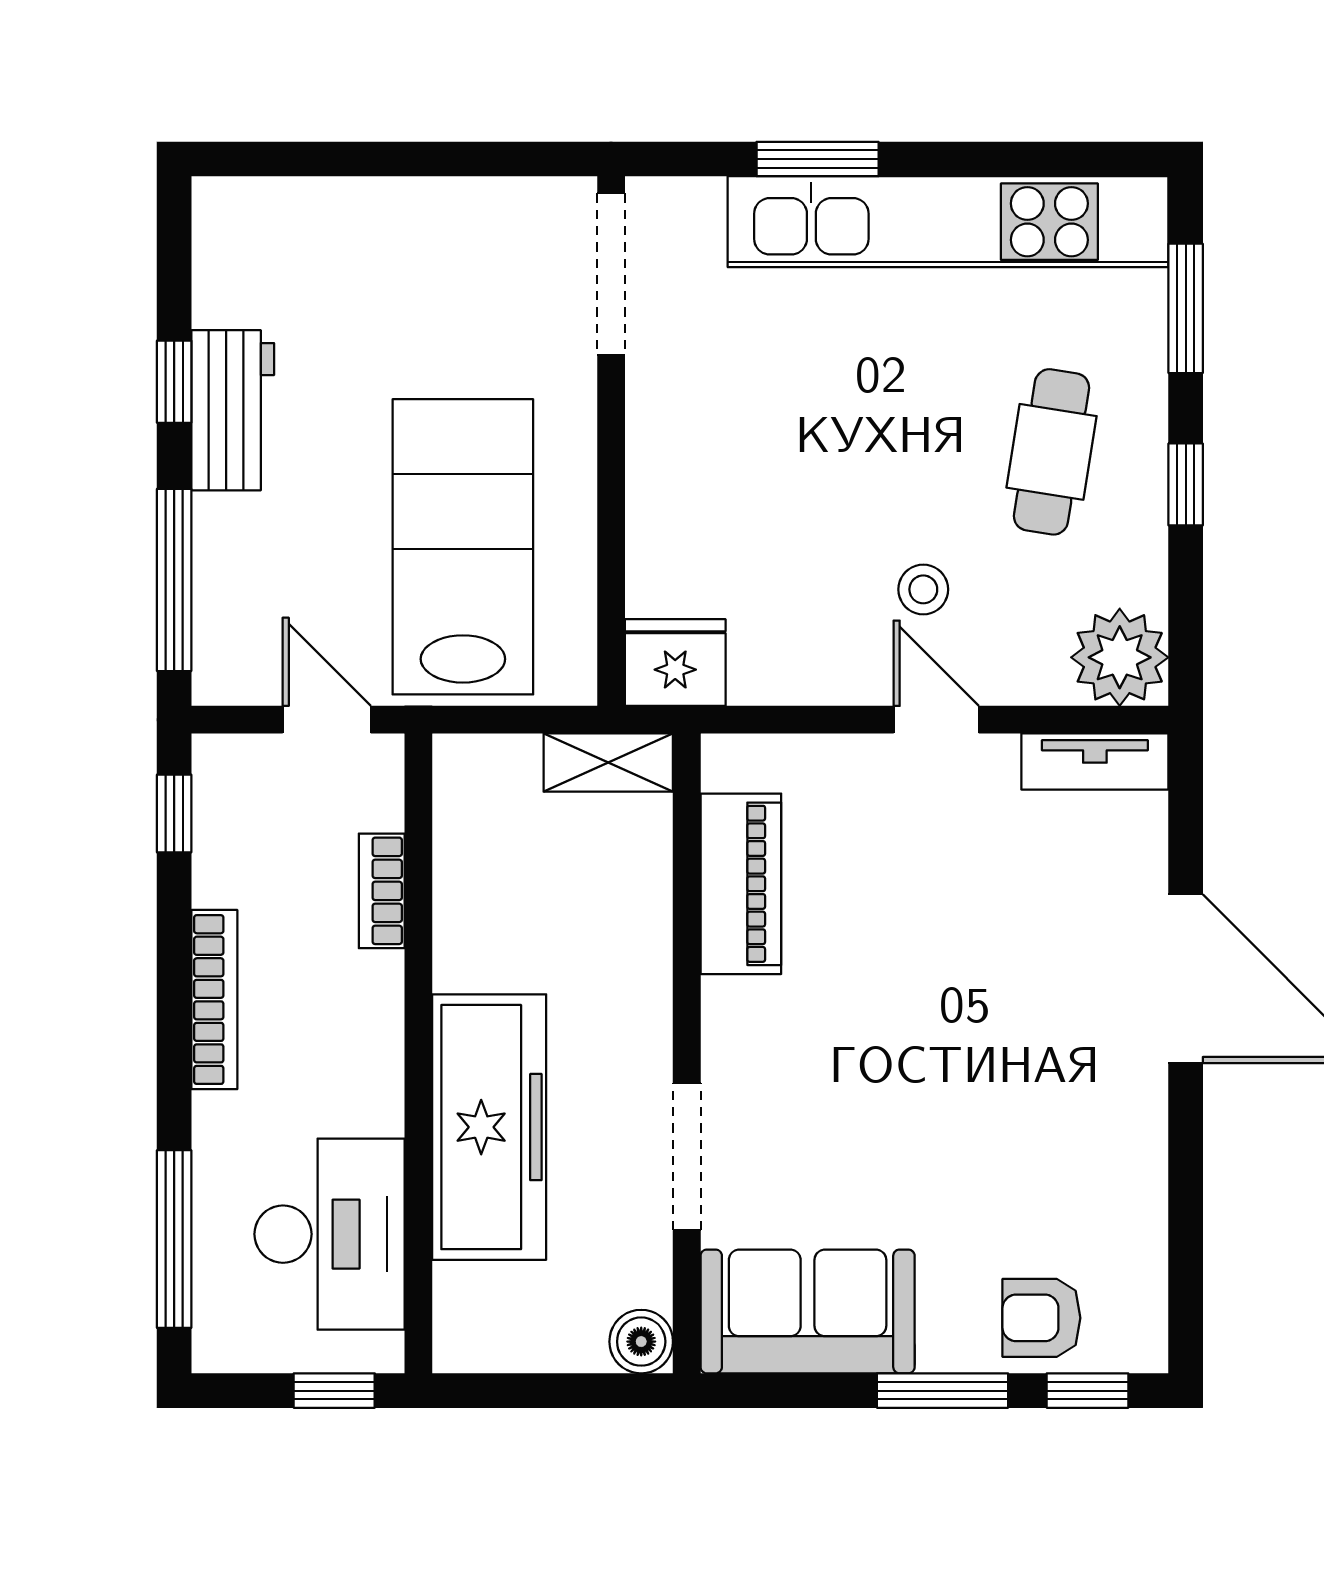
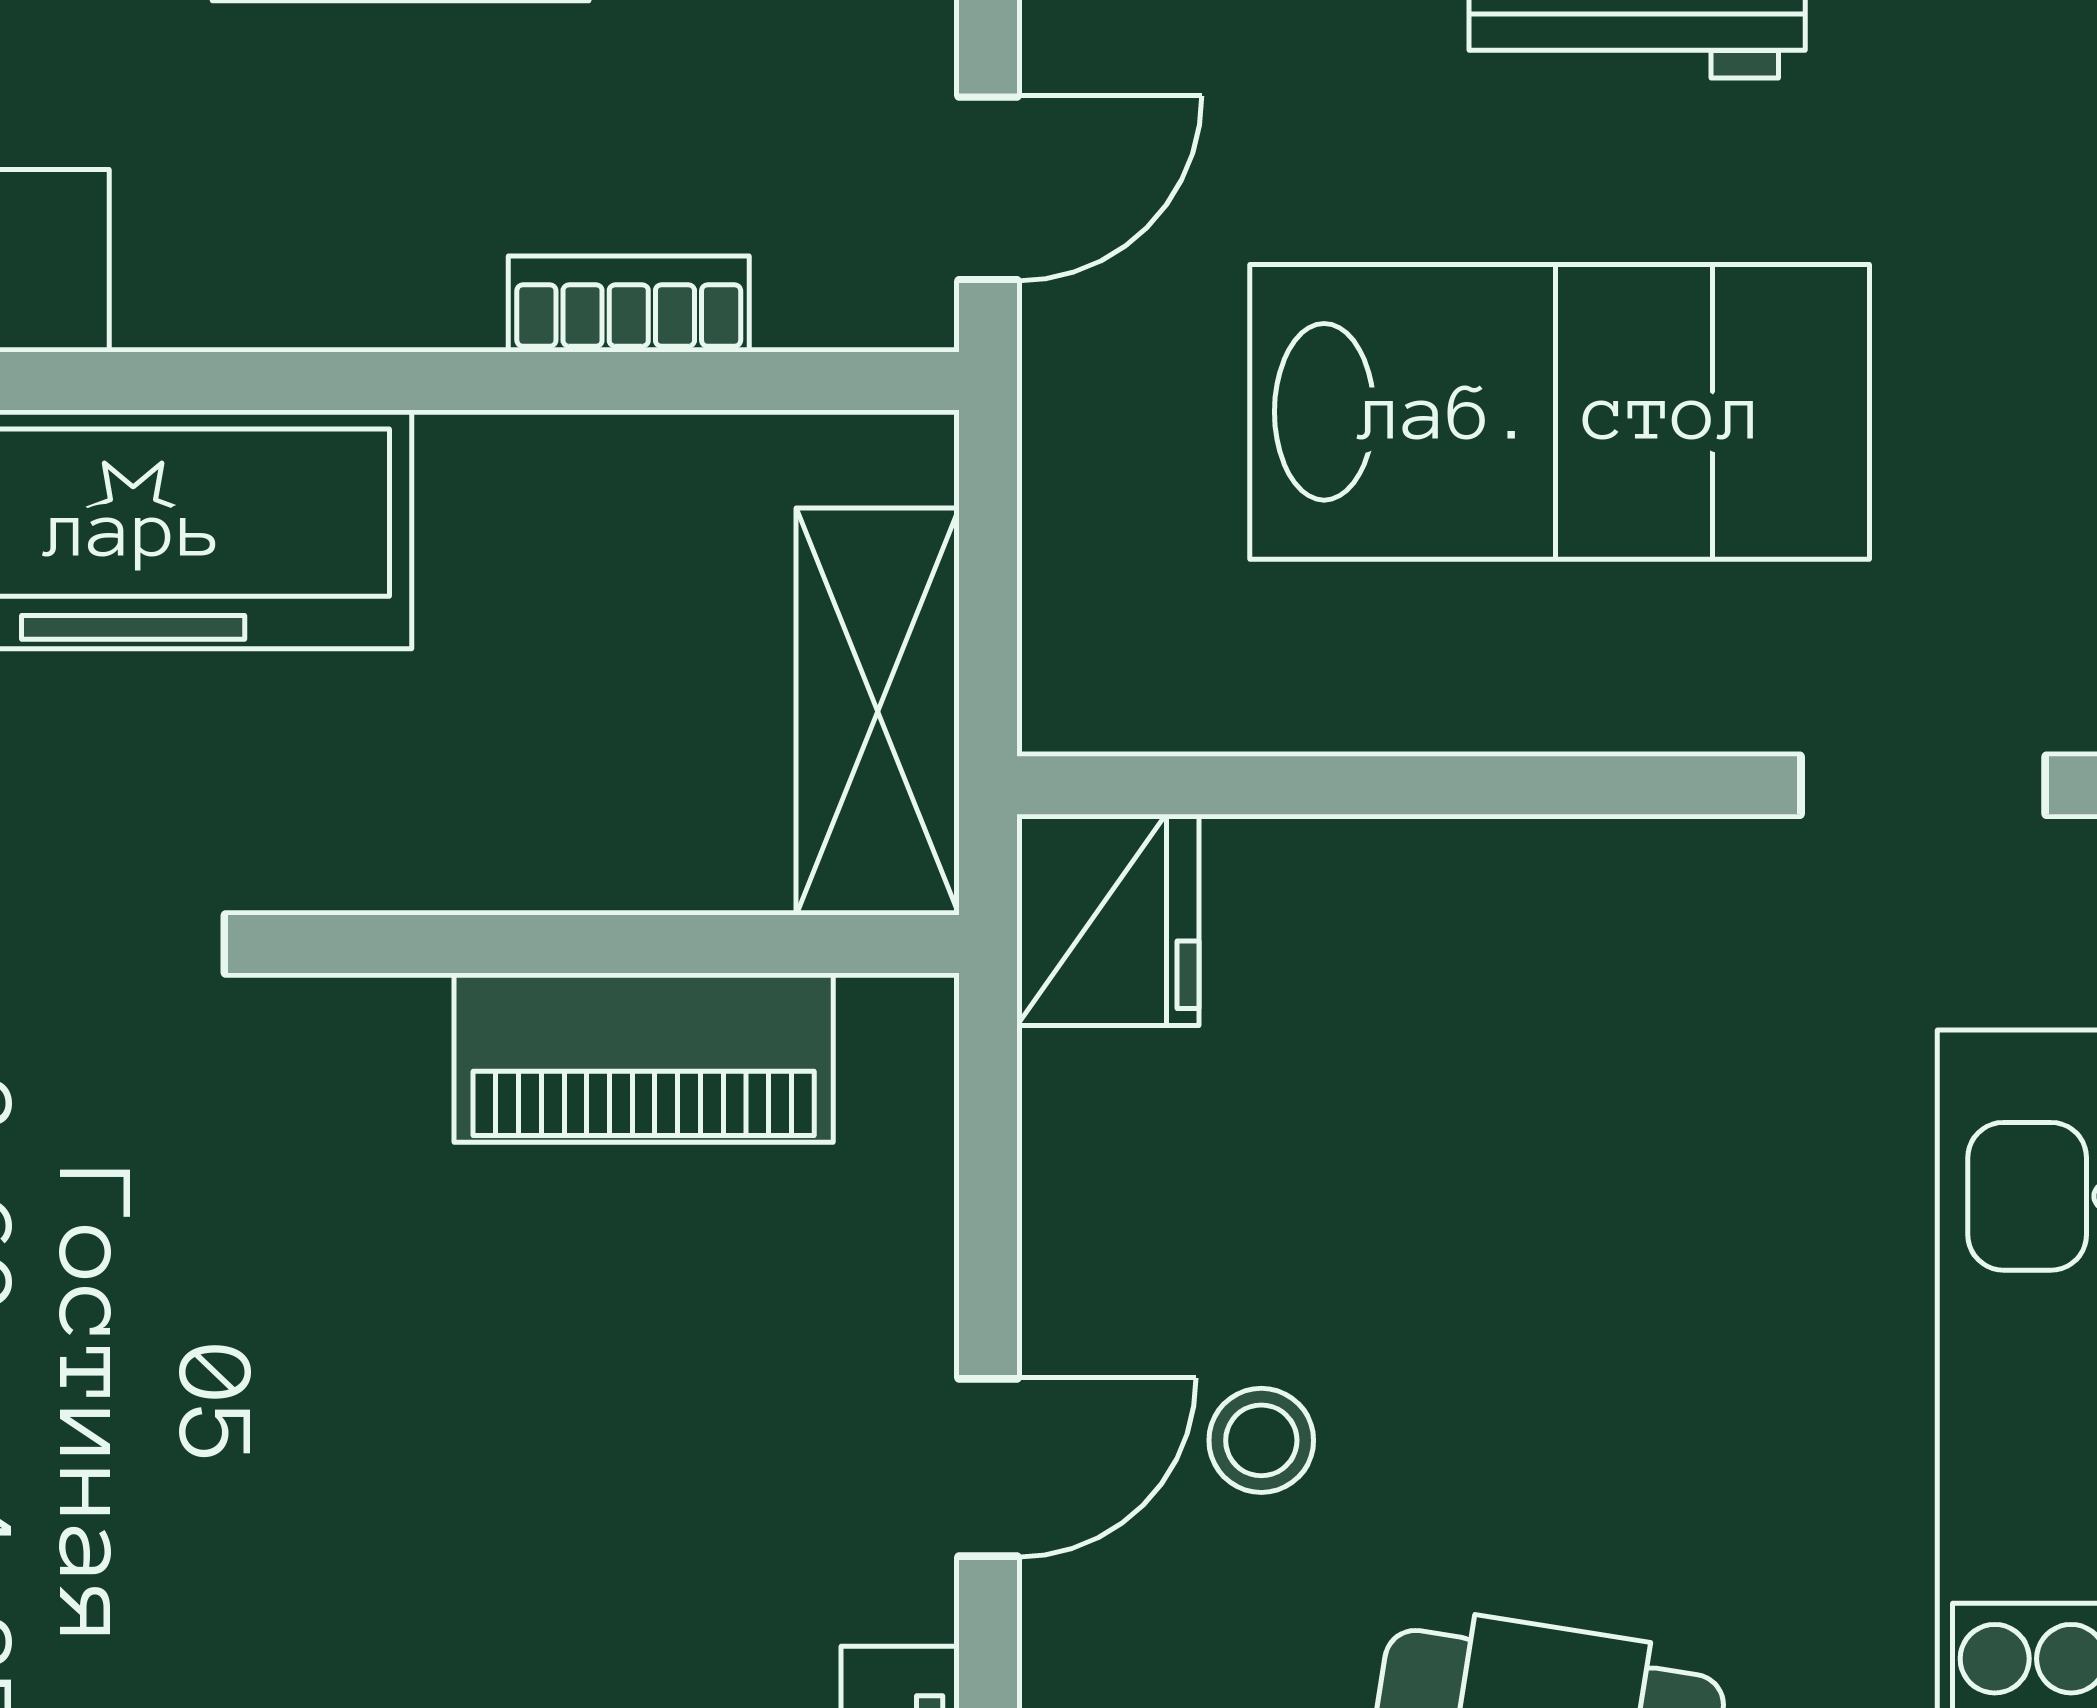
doorway: (611, 274) -> (1923, 785), width x0.73
lab bench: (463, 547) -> (1560, 412), moved
shelving: (608, 763) -> (878, 712), width x1.50, depth x1.33

